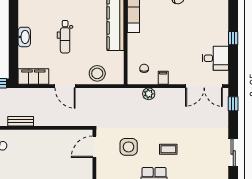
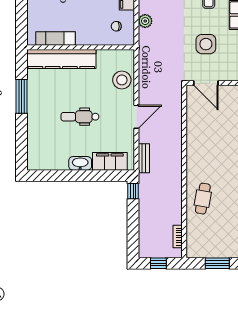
dental chair: (65, 37) -> (80, 117), turned 180
filing cabinet: (33, 76) -> (110, 161), moved, turned 90
bench: (21, 121) -> (144, 158), moved

